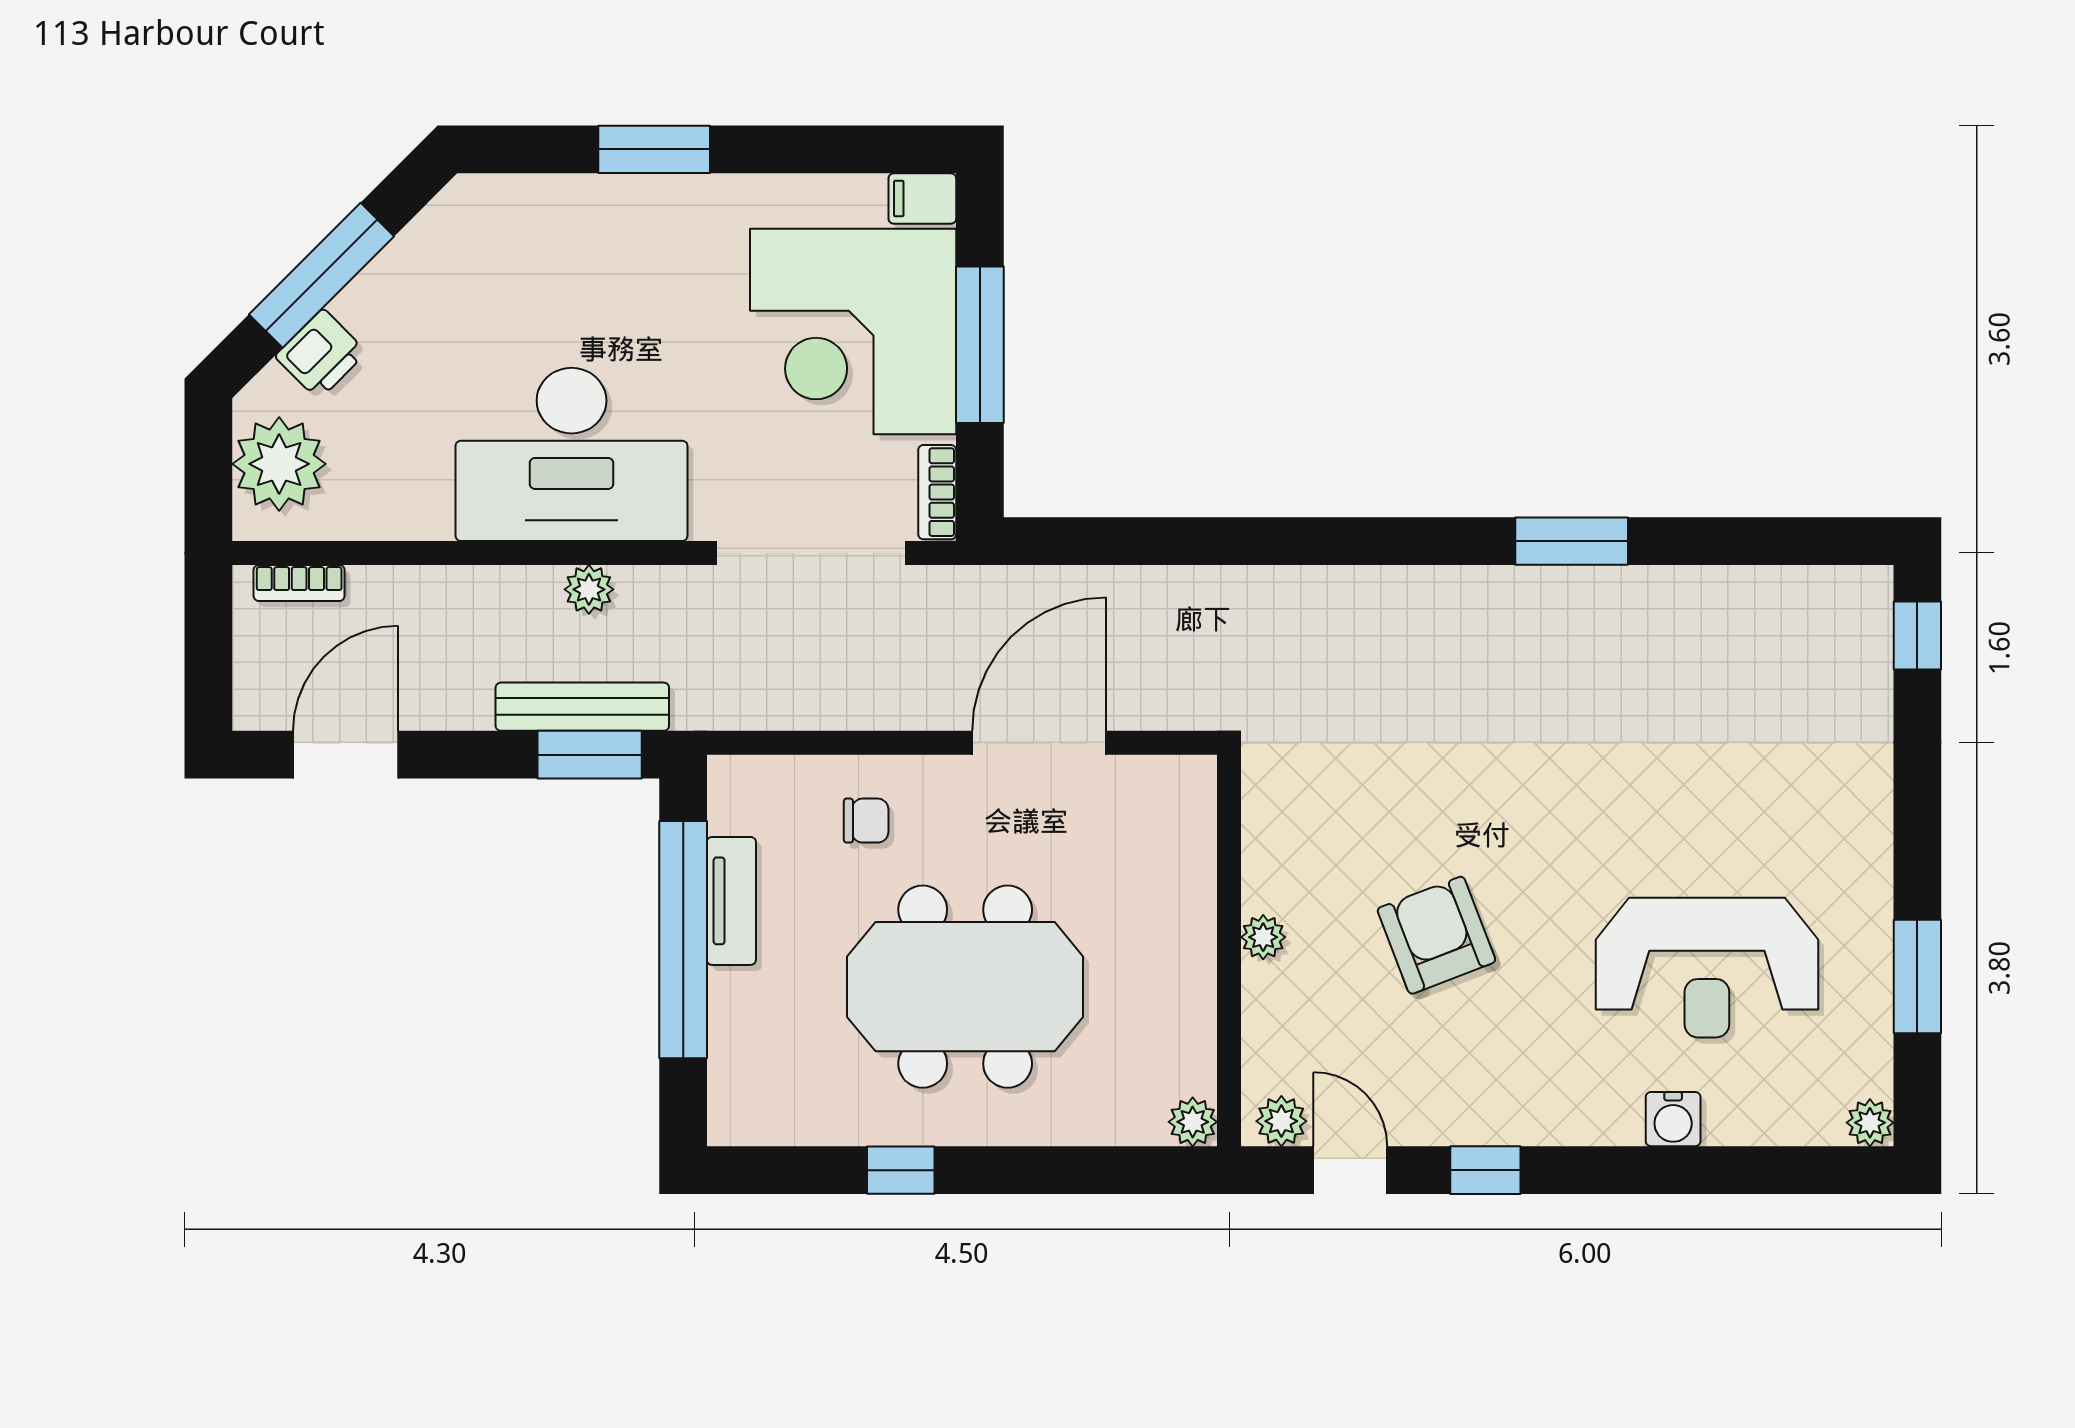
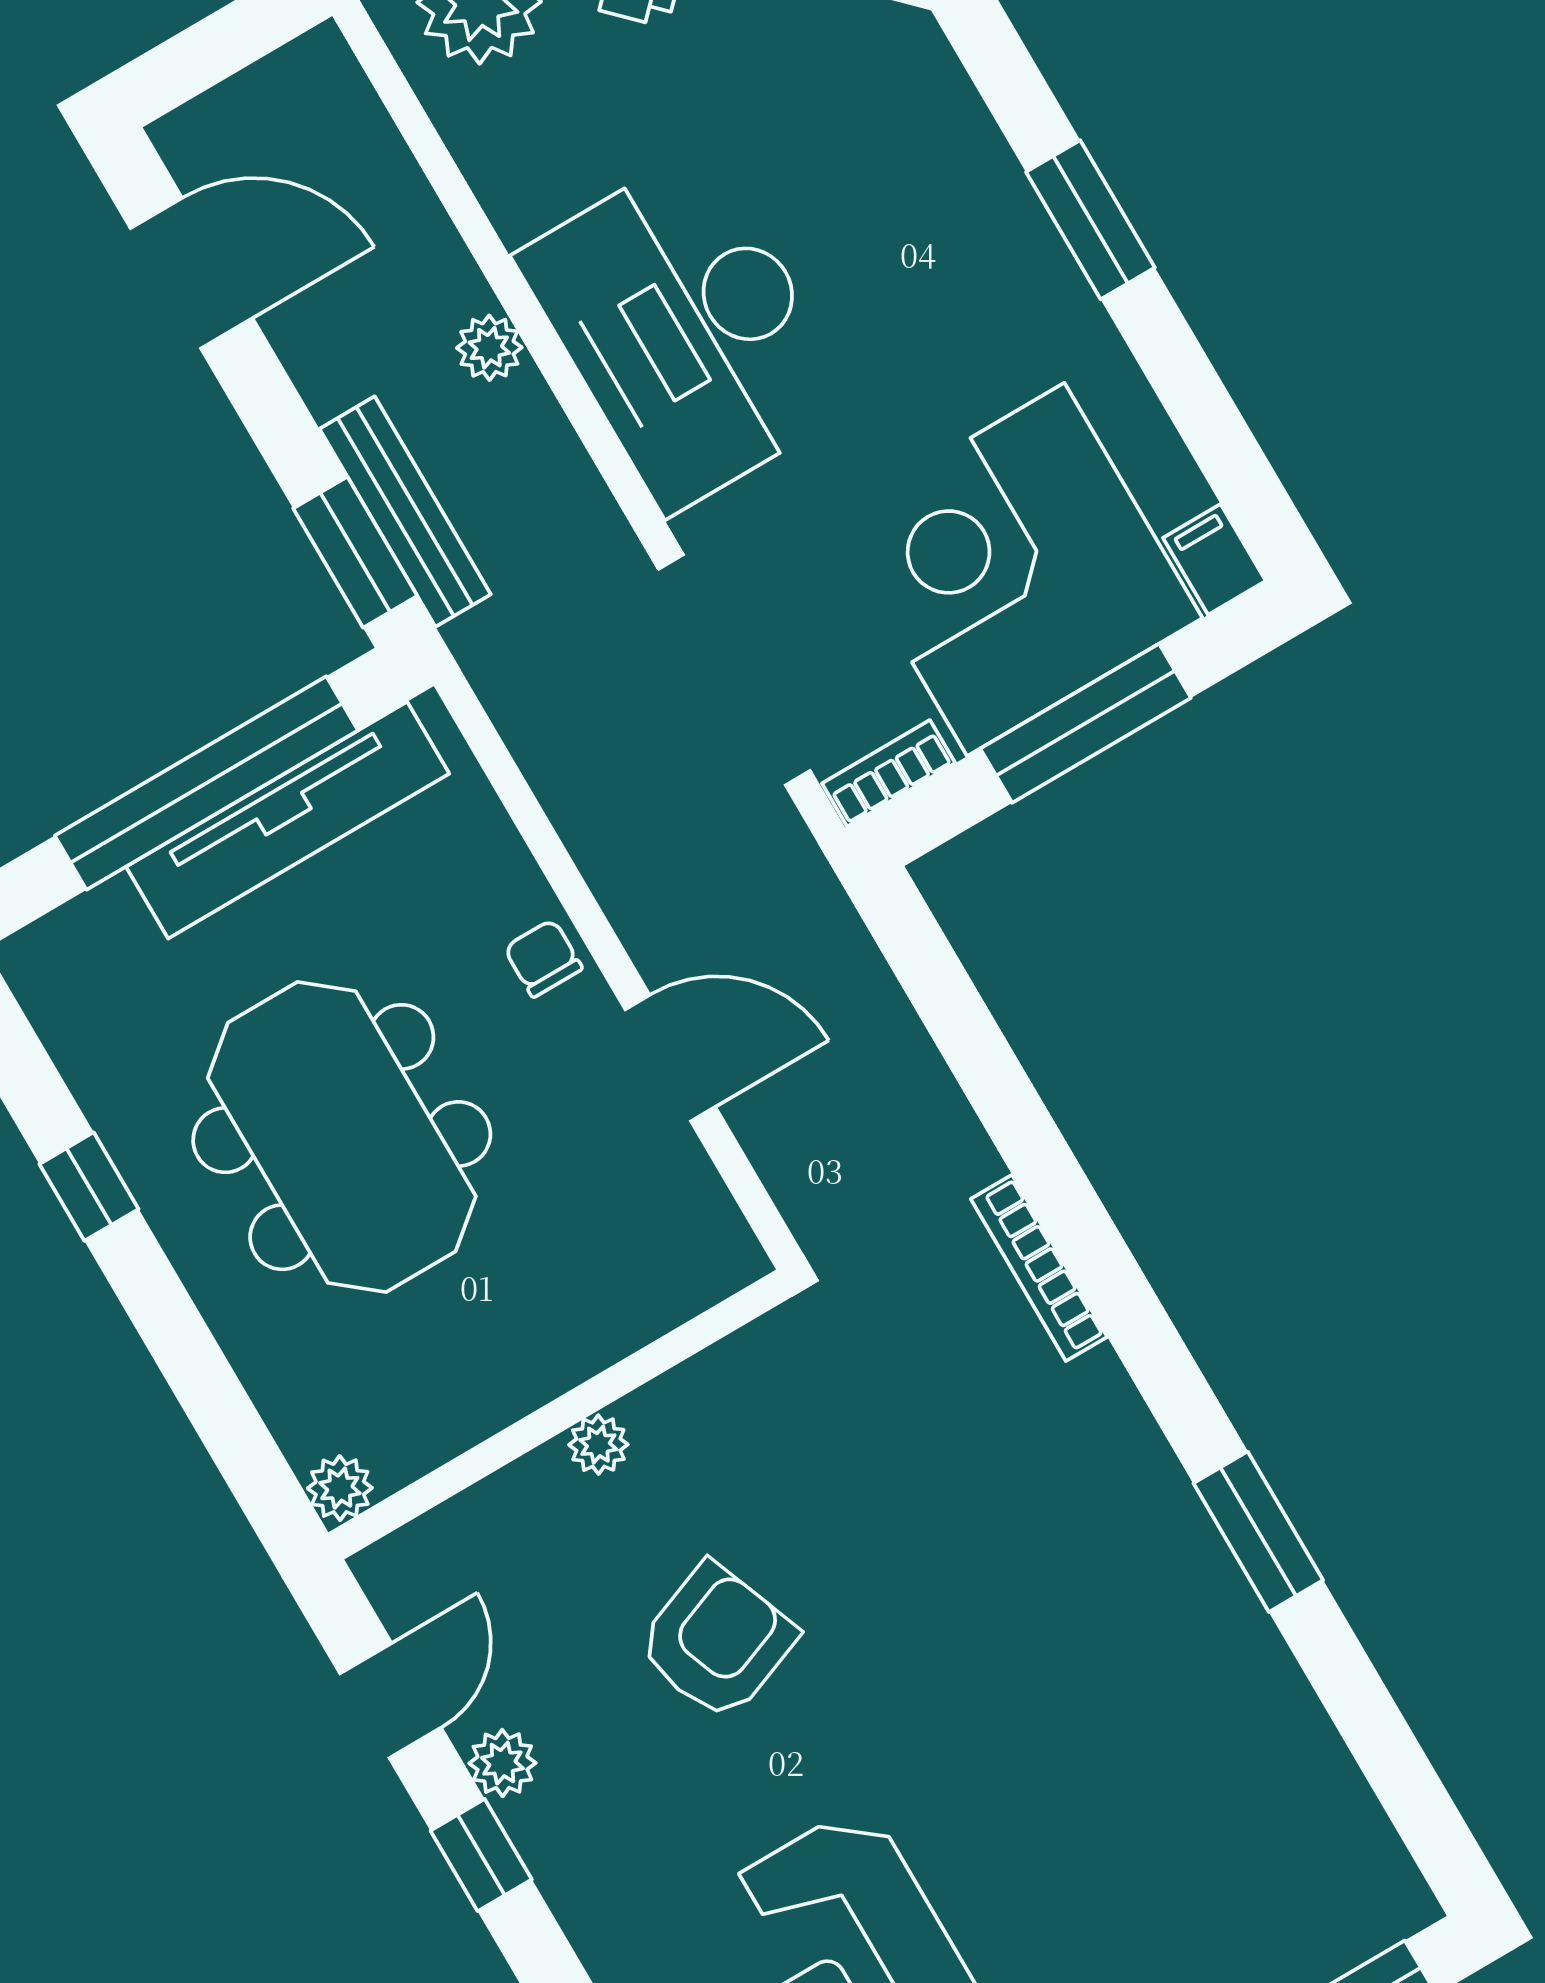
bookcase: (299, 583) -> (1039, 1268), moved, width x1.56
plant: (589, 589) -> (489, 348), moved
door: (1039, 743) -> (670, 1058), width x0.73
chair: (866, 821) -> (543, 958), moved, turned 180
tv unit: (731, 901) -> (288, 820), width x1.92, depth x1.29
plant: (1281, 1121) -> (502, 1763), moved

